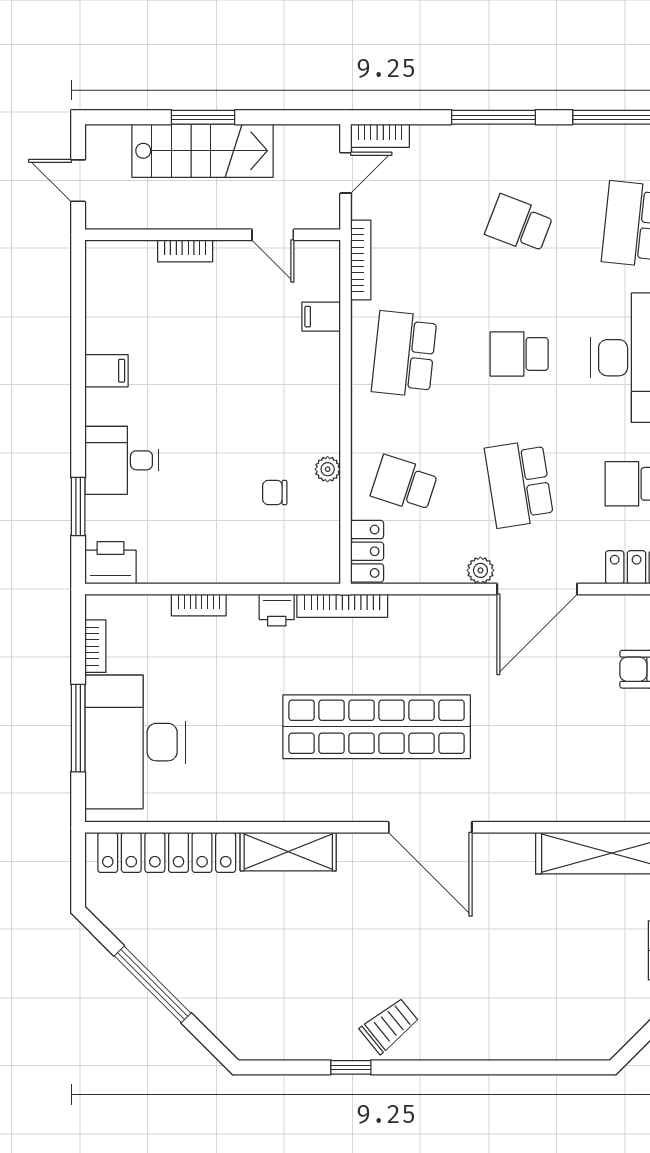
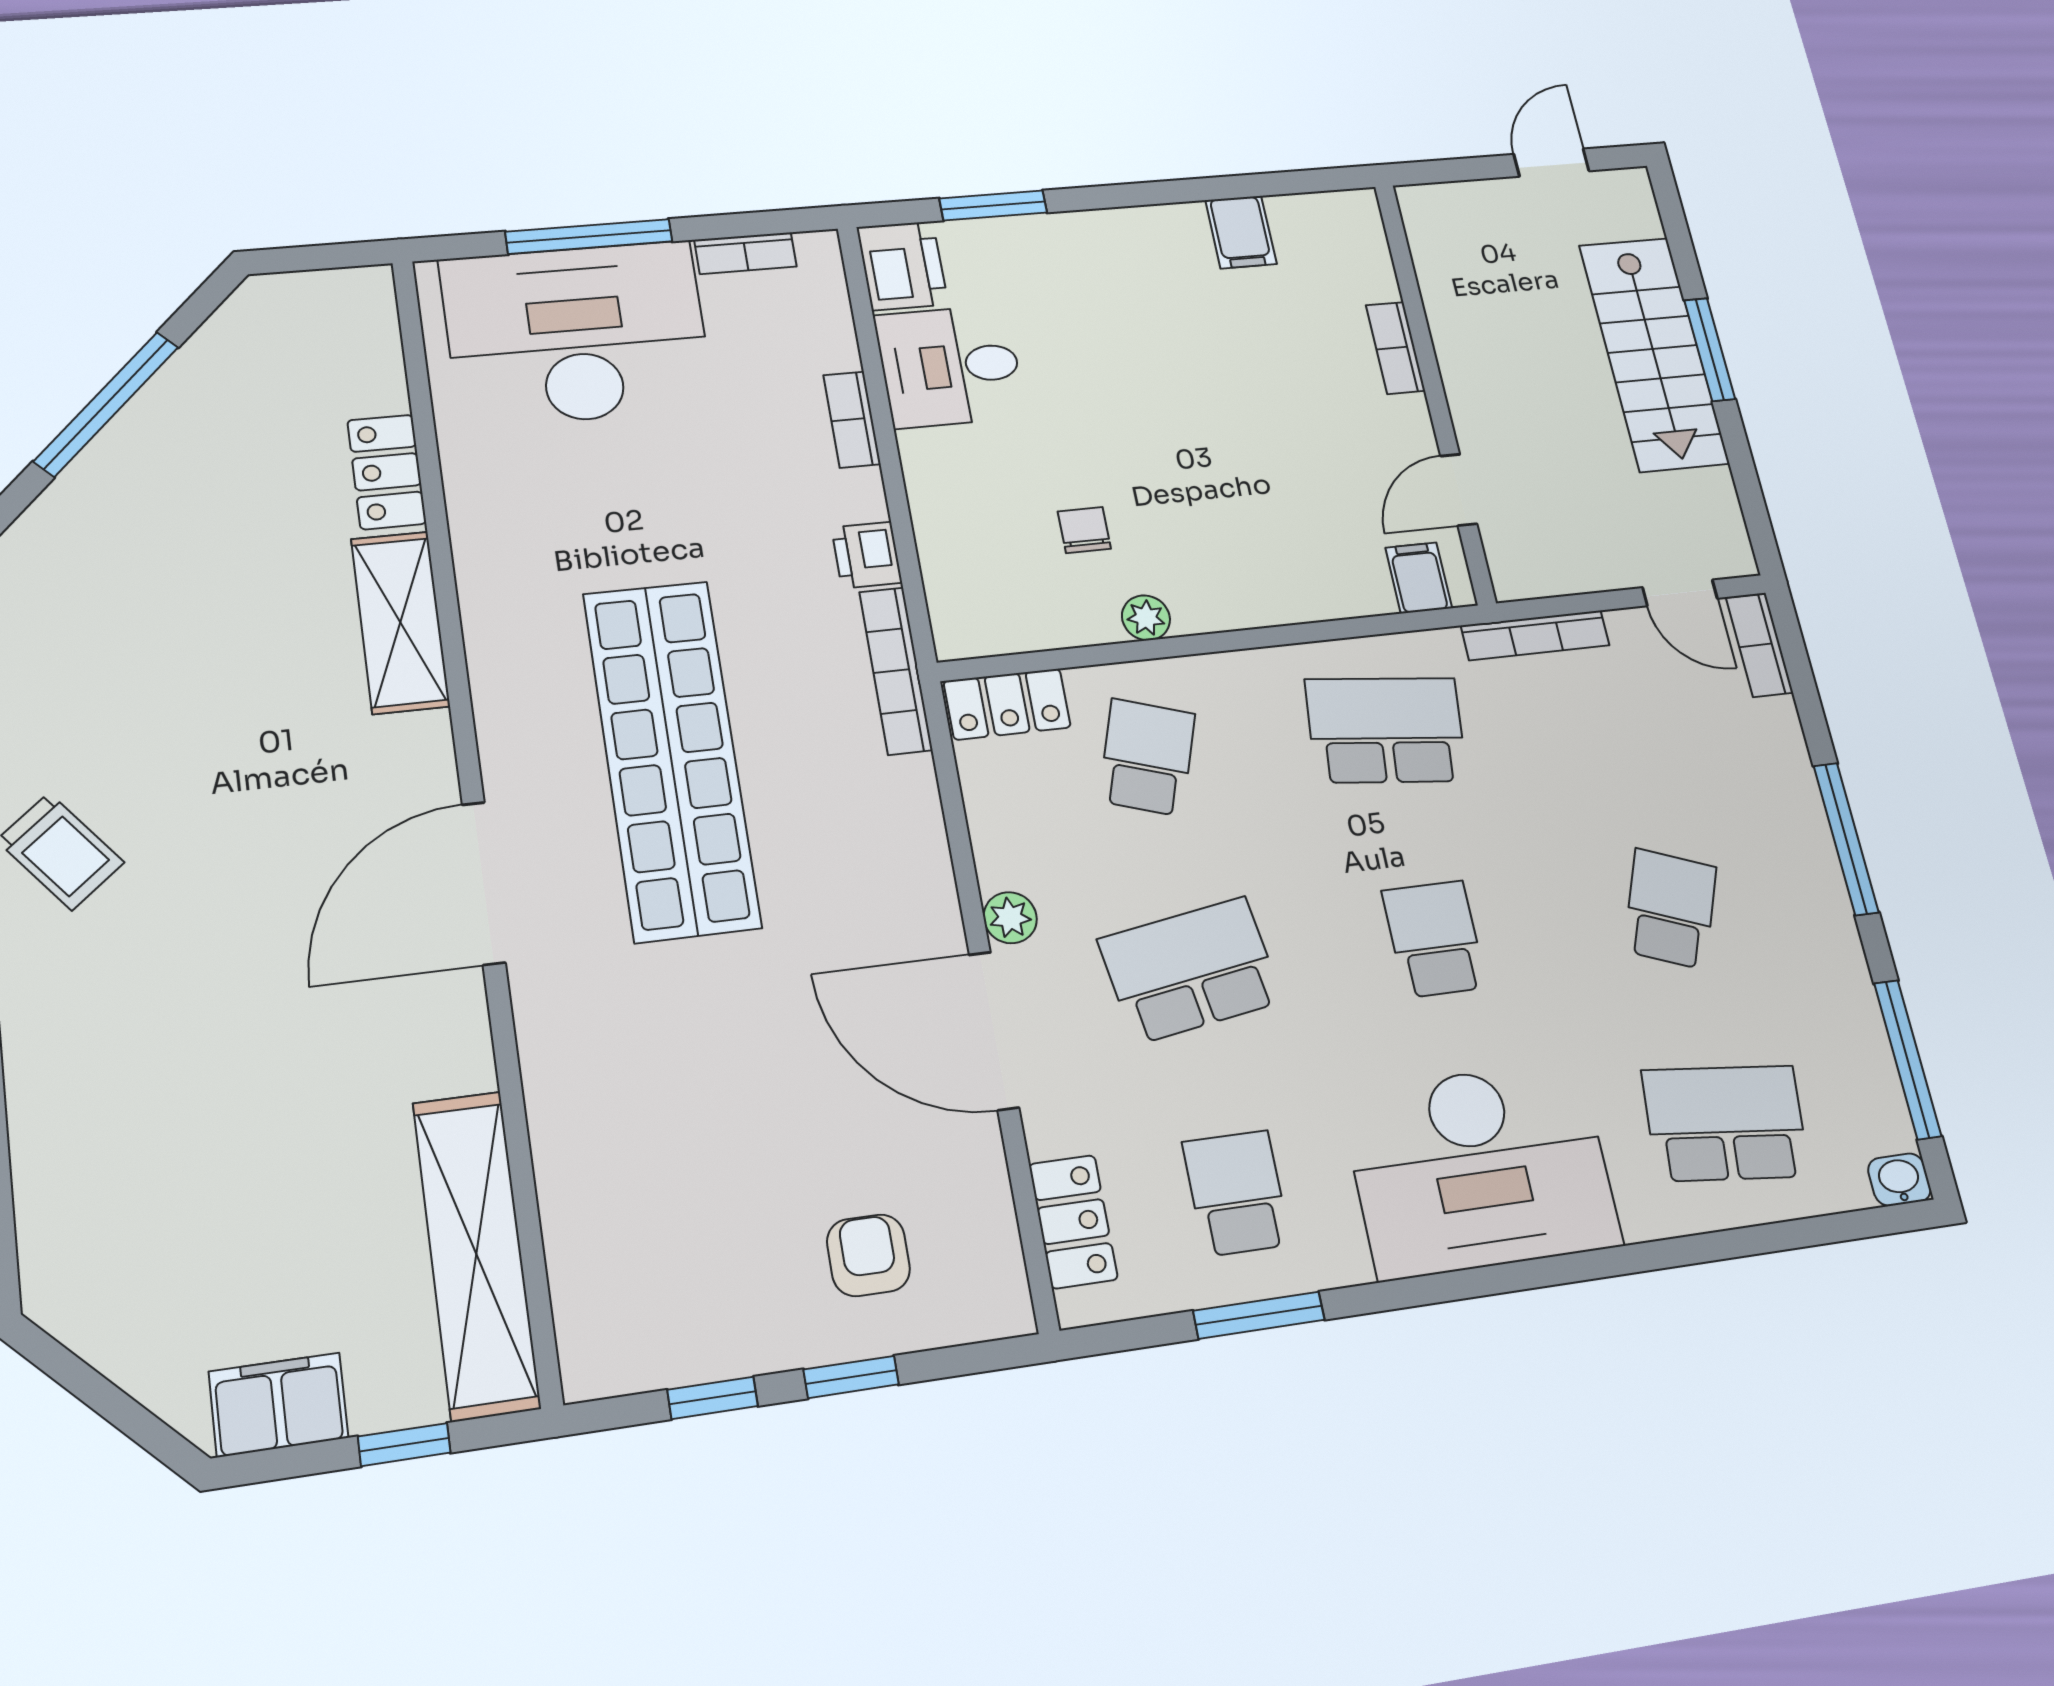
wall: (213, 235) -> (1434, 390), moved
door: (273, 235) -> (1459, 490), moved
bookcase: (185, 251) -> (1396, 348), moved
desk: (122, 460) -> (950, 366), moved, turned -90
locker: (167, 852) -> (387, 472), width x0.46, depth x0.83

